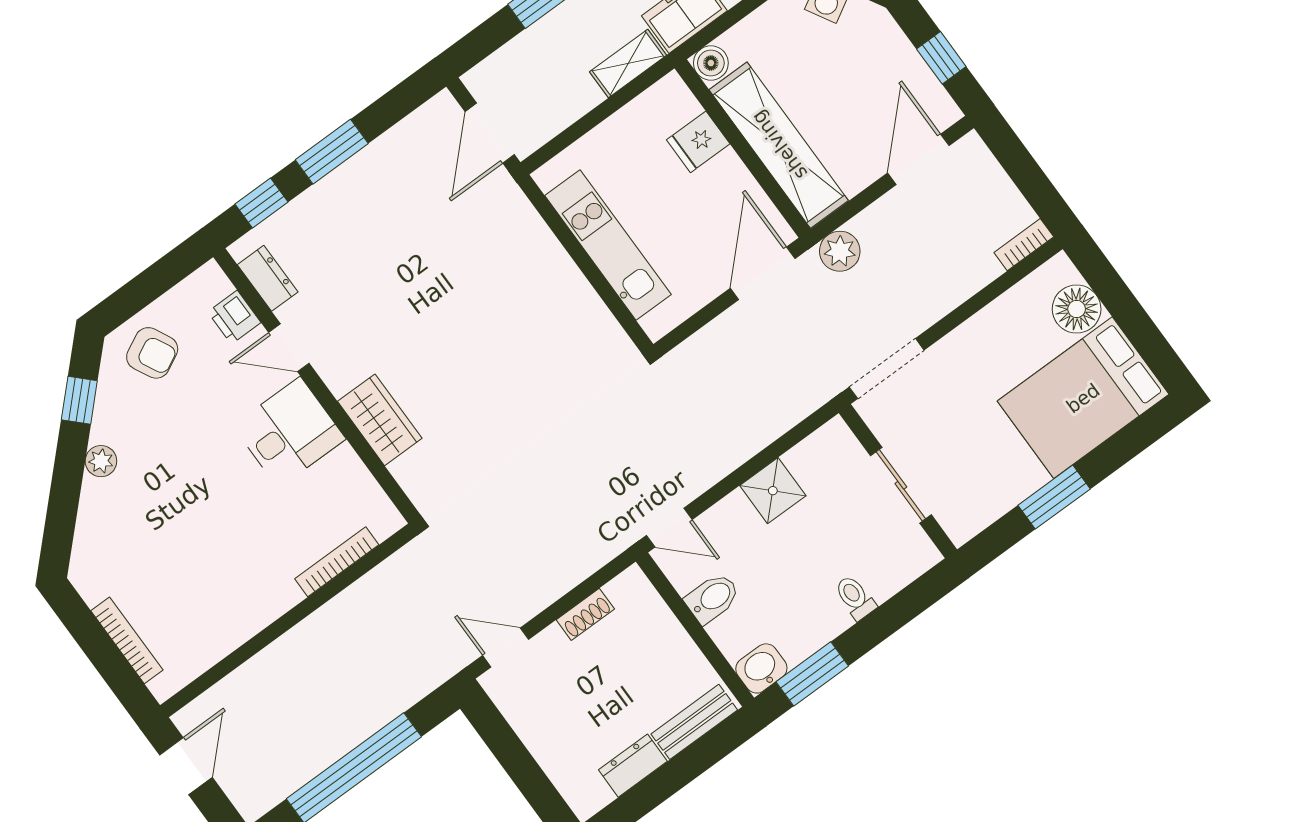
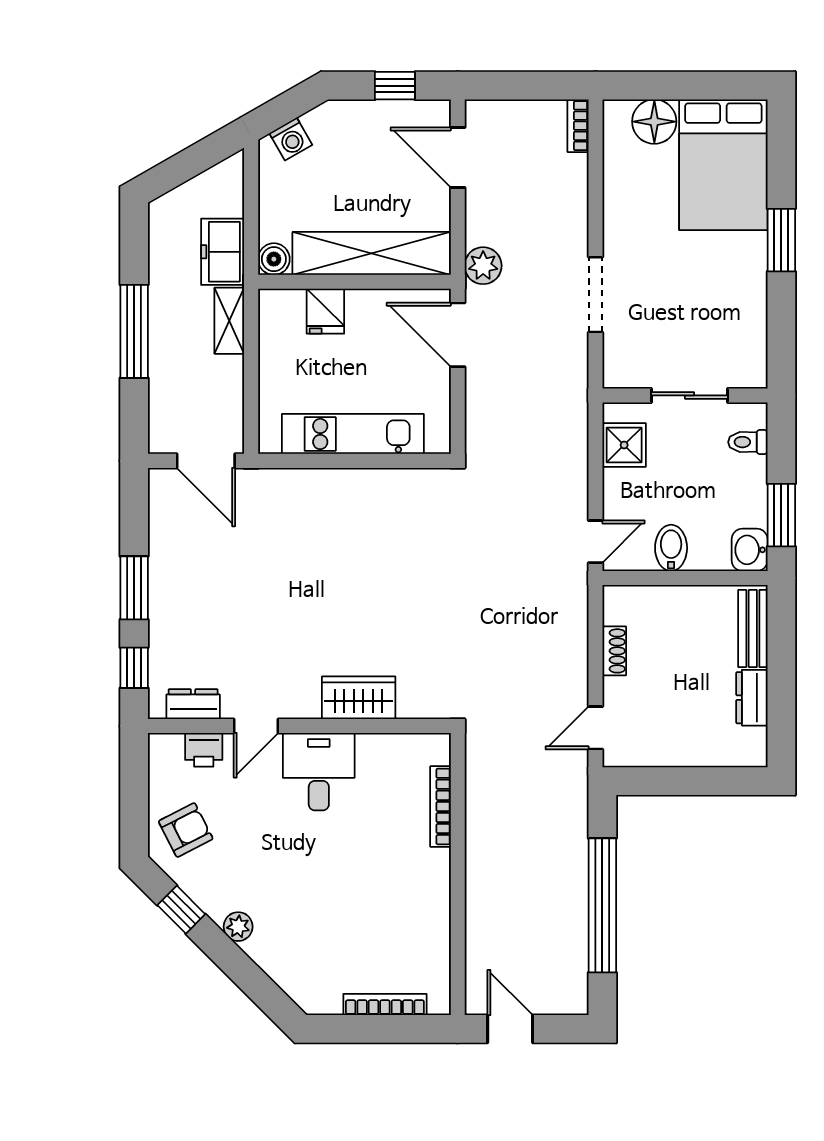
wall: (898, 481) -> (685, 395), moved
sliding door: (901, 485) -> (690, 395), moved

